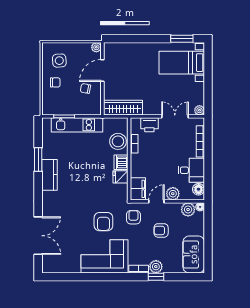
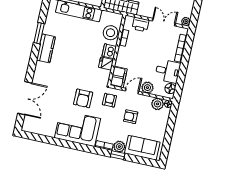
sofa: (194, 254) -> (142, 148), moved, turned 90

